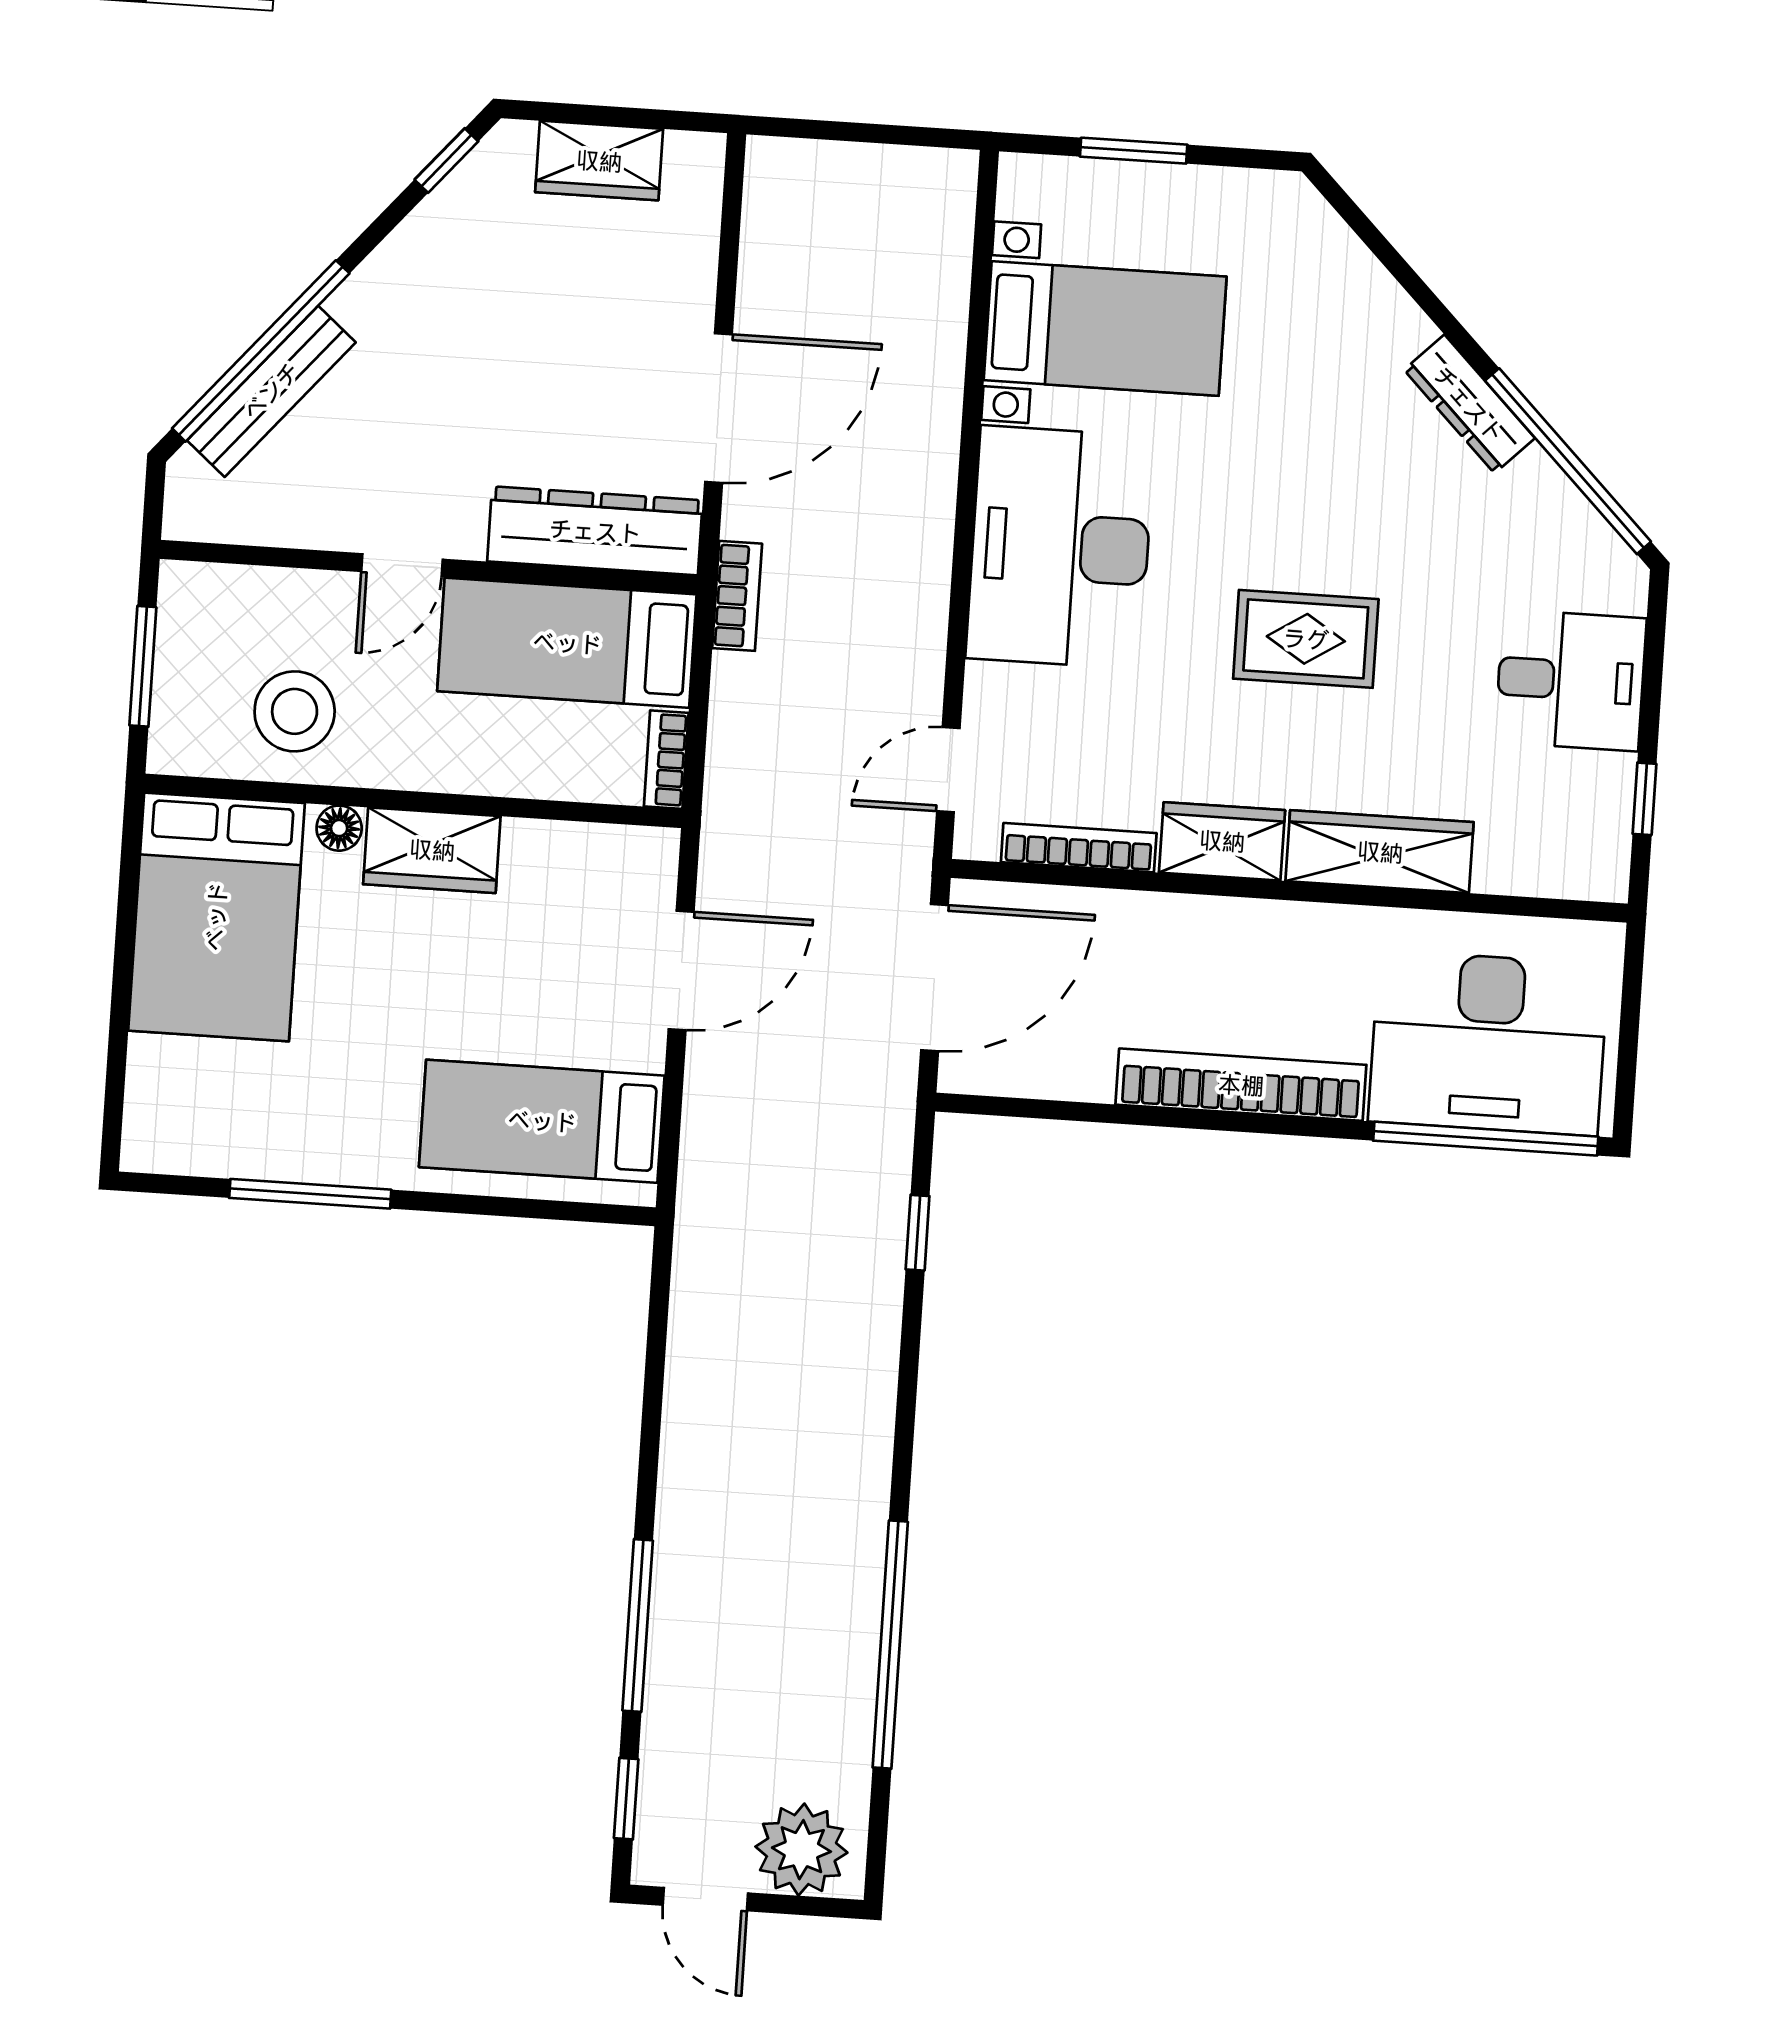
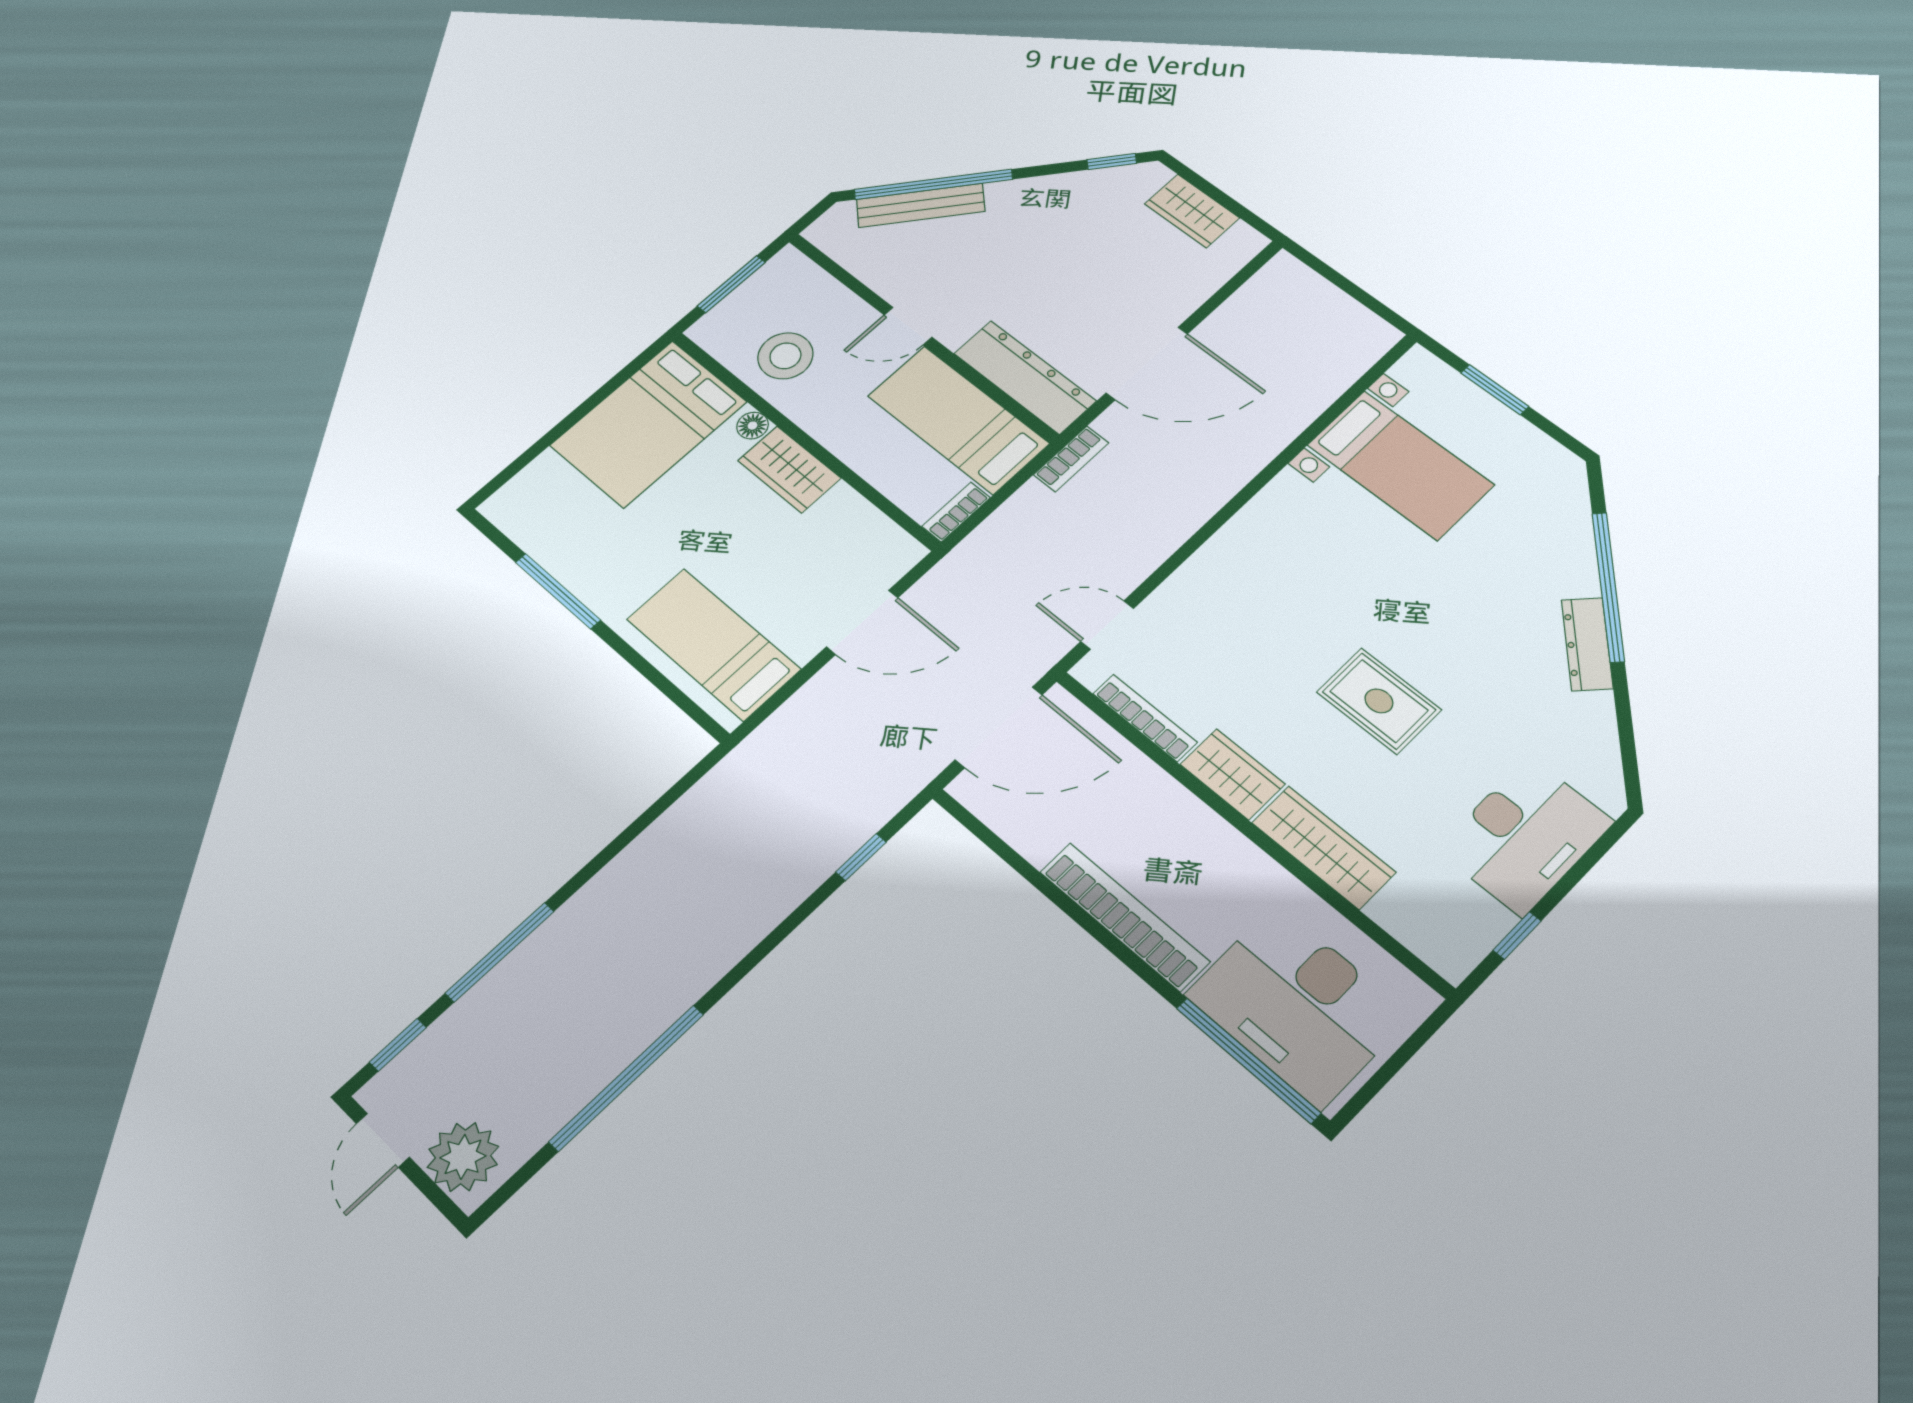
window: (1568, 461) -> (1608, 587), moved
desk: (1060, 547) -> (1275, 556), removed
desk: (1571, 680) -> (1525, 836), width x1.37

